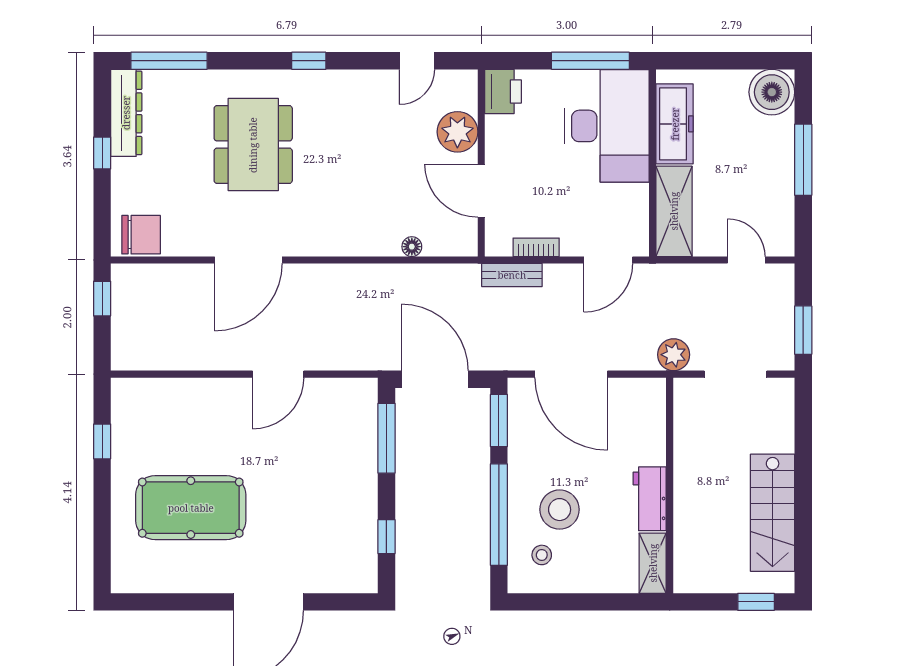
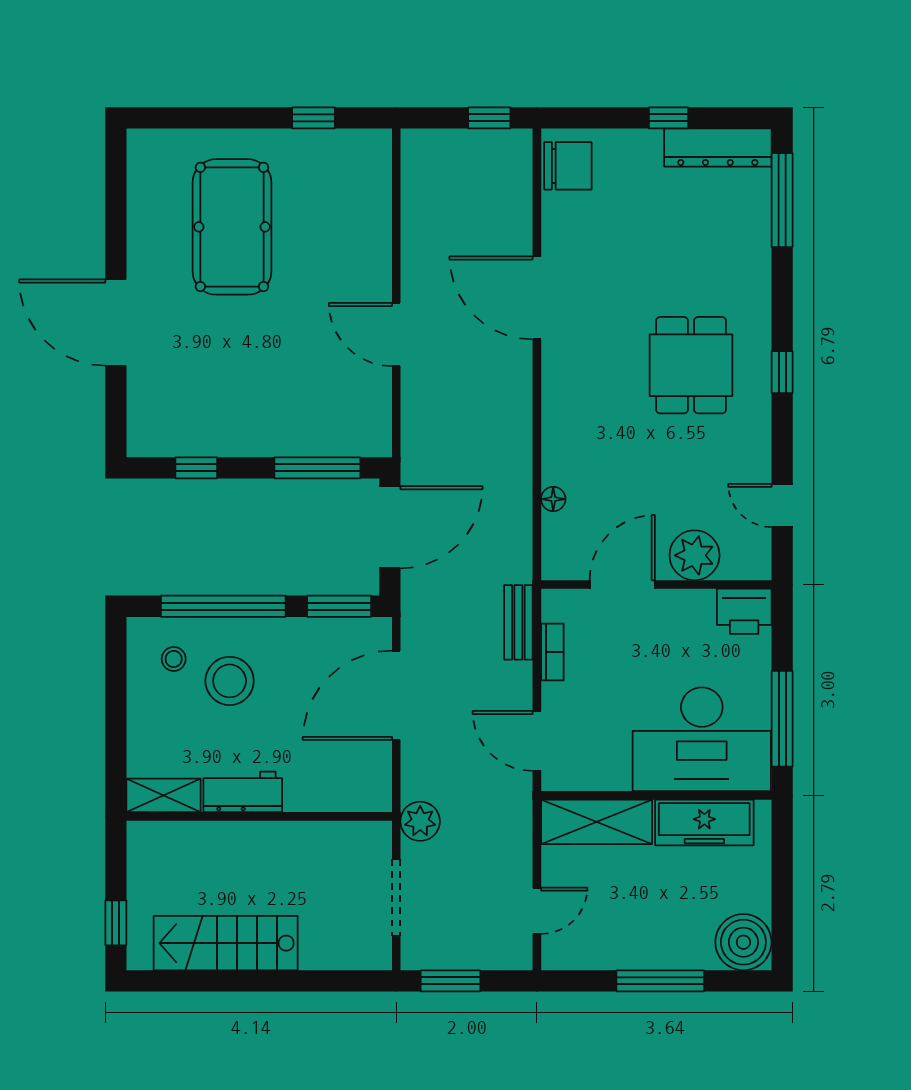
dining table: (253, 145) -> (691, 365), moved, width x0.73
chair: (141, 235) -> (568, 166), turned -90

